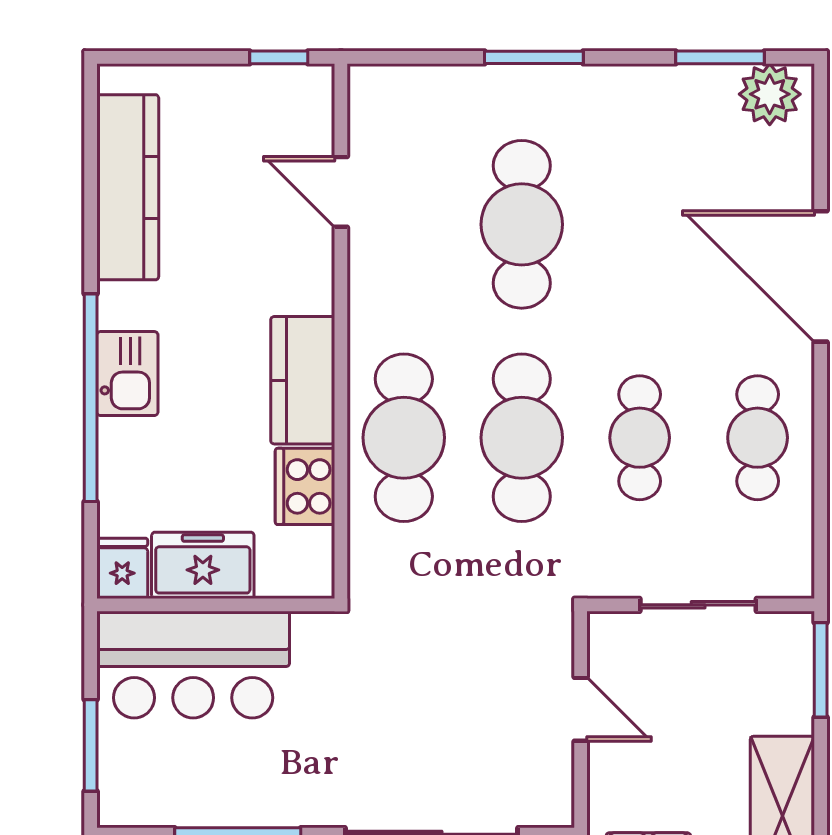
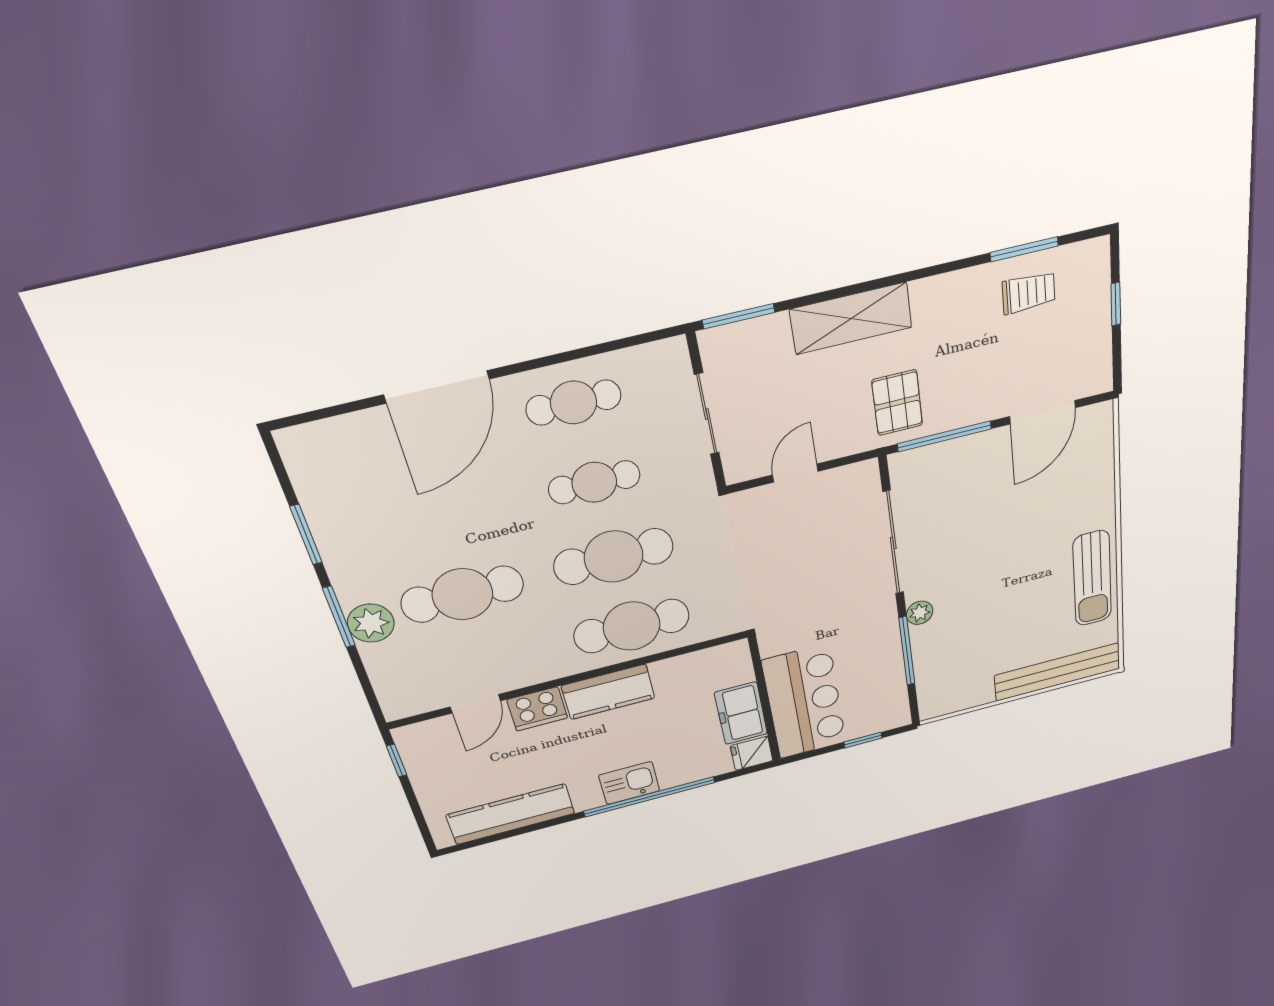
window: (720, 57) -> (306, 535), moved
plant: (770, 94) -> (371, 623), moved
cooker: (305, 486) -> (537, 709), moved
window: (91, 745) -> (863, 740), width x0.67

